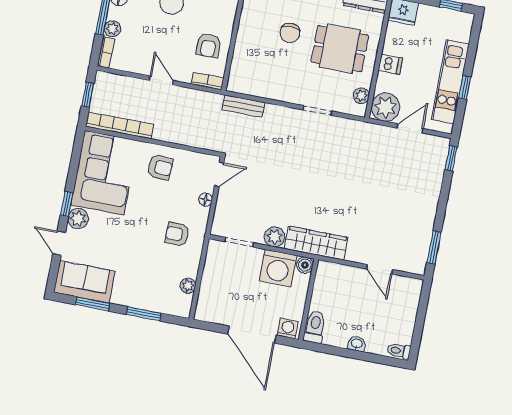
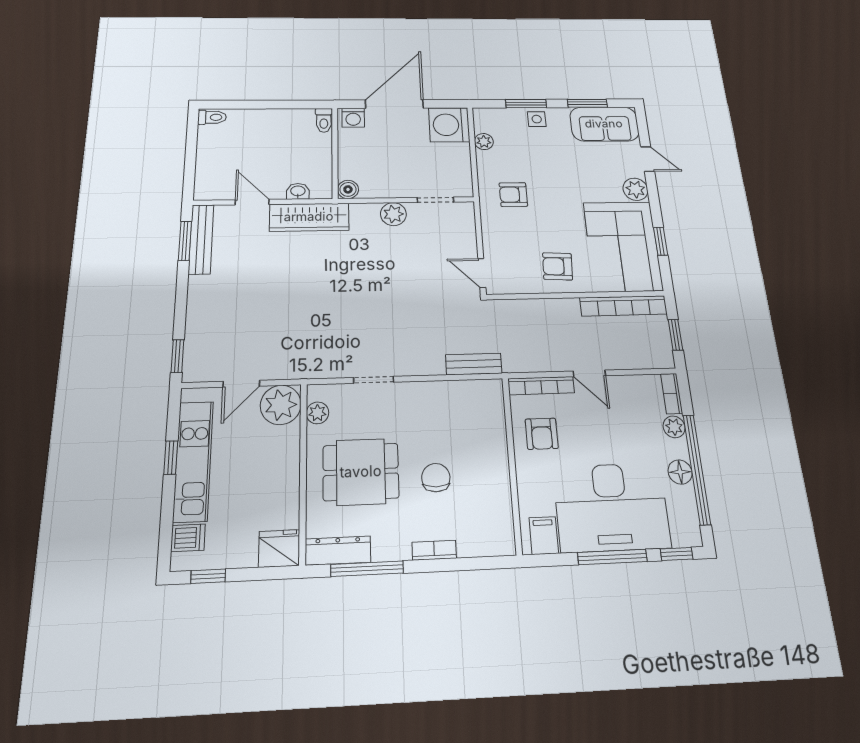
armchair: (209, 46) -> (542, 434), turned 180
dishwasher: (390, 64) -> (188, 538), moved, turned 180
bookcase: (208, 81) -> (541, 386), width x1.56
door: (219, 174) -> (482, 273), hinge flipped
floor lamp: (206, 199) -> (490, 240), removed
window: (67, 204) -> (661, 241), moved
armchair: (177, 234) -> (513, 195), turned 180
wardrobe: (316, 243) -> (309, 217), moved
bench: (422, 246) -> (201, 239), added
washing machine: (278, 268) -> (449, 125), moved, turned -90
side table: (139, 298) -> (537, 119), added
toilet: (315, 327) -> (324, 120), width x0.73, depth x0.72
door: (252, 335) -> (394, 104), hinge flipped
washbasin: (357, 344) -> (298, 191), moved, turned 180

